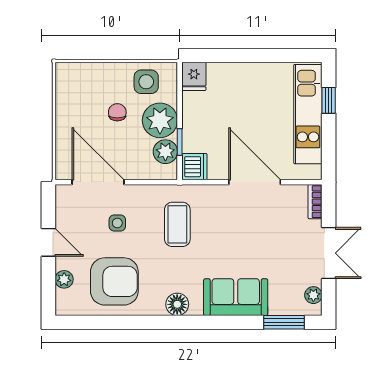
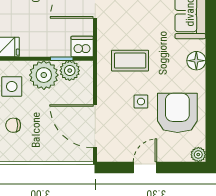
chair: (117, 112) -> (13, 125), moved
door: (98, 182) -> (95, 126), hinge flipped
side table: (117, 223) -> (141, 102), moved
plant: (64, 279) -> (198, 155), moved

